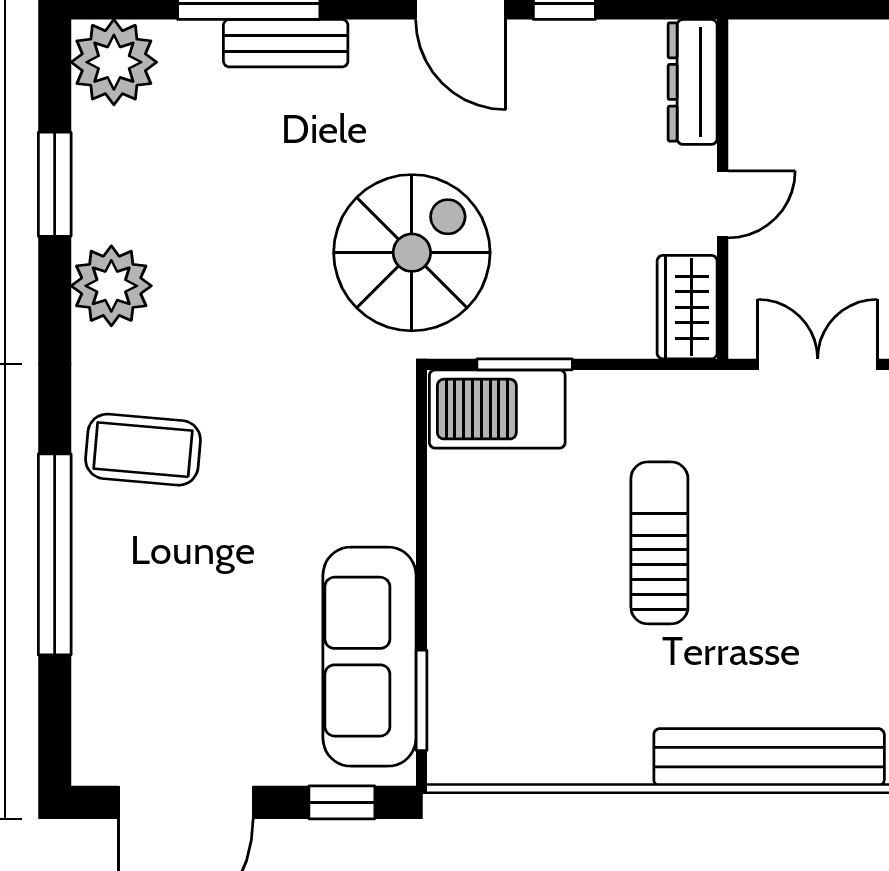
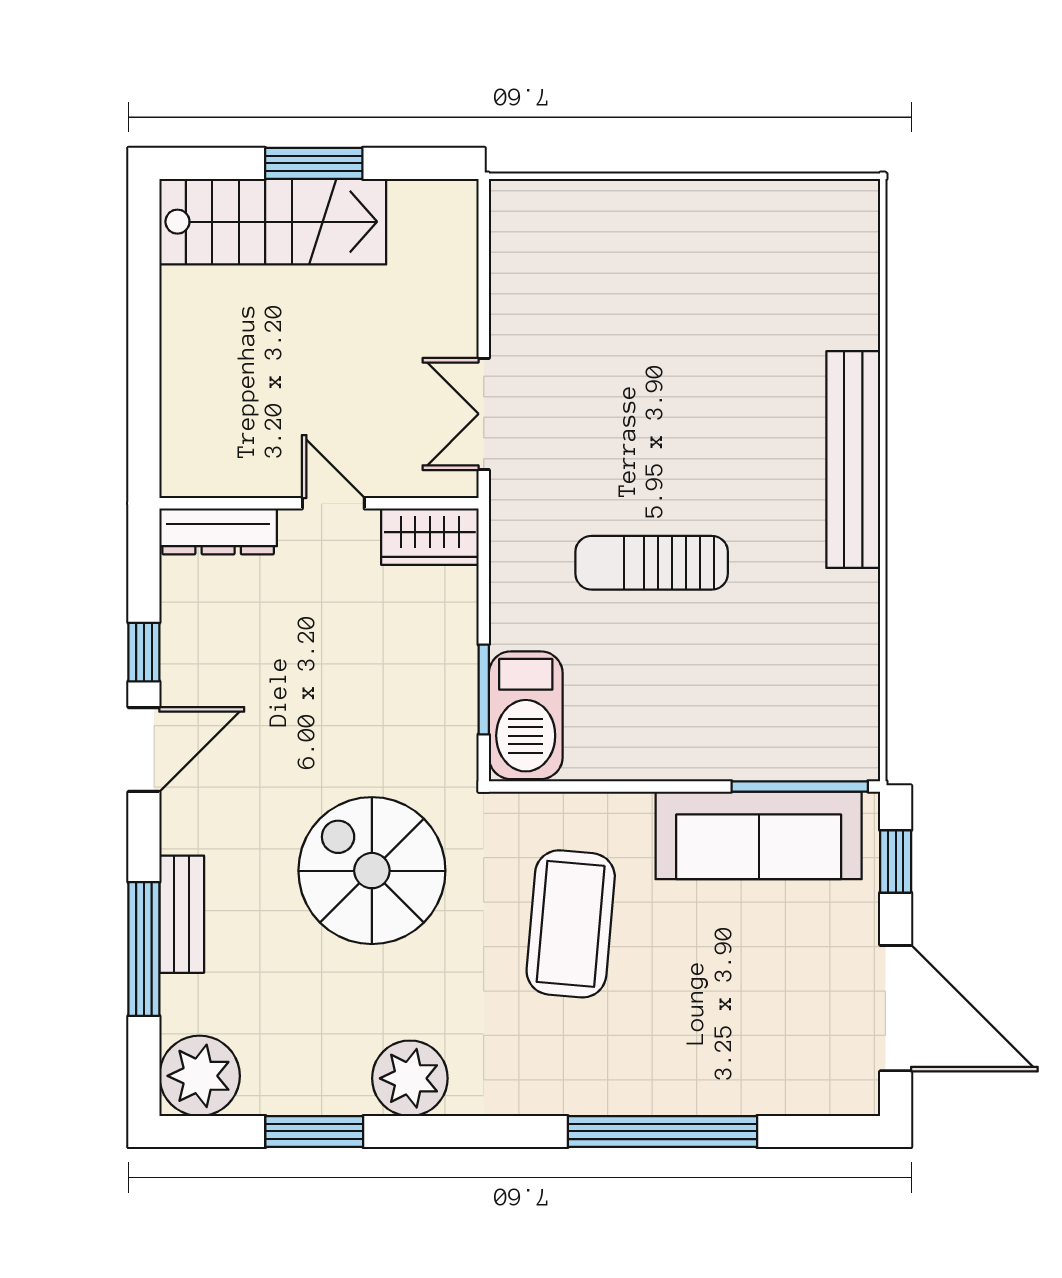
spiral stairs: (412, 253) -> (372, 871), moved
coffee table: (143, 450) -> (571, 924), moved, width x1.36, depth x1.32
window: (422, 700) -> (800, 786), width x1.44

